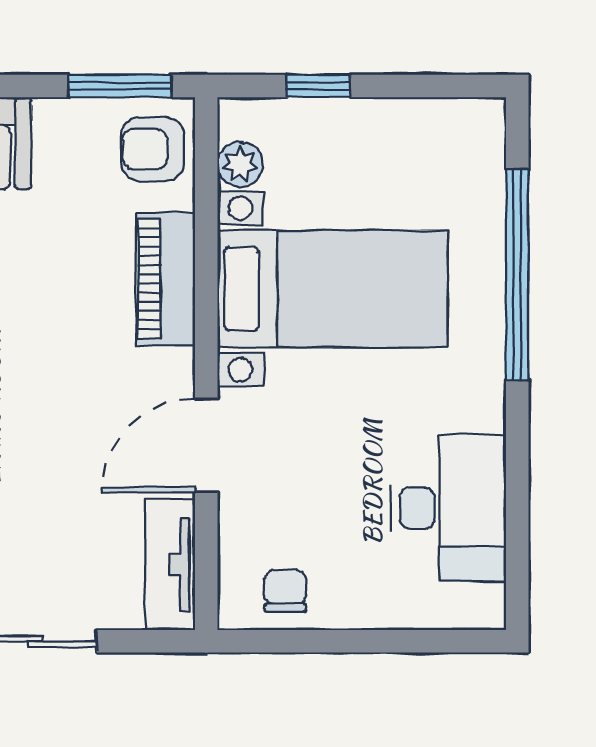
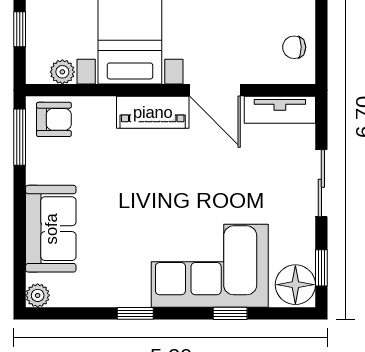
armchair: (152, 149) -> (54, 119), turned -90
piano: (165, 279) -> (153, 112), moved

